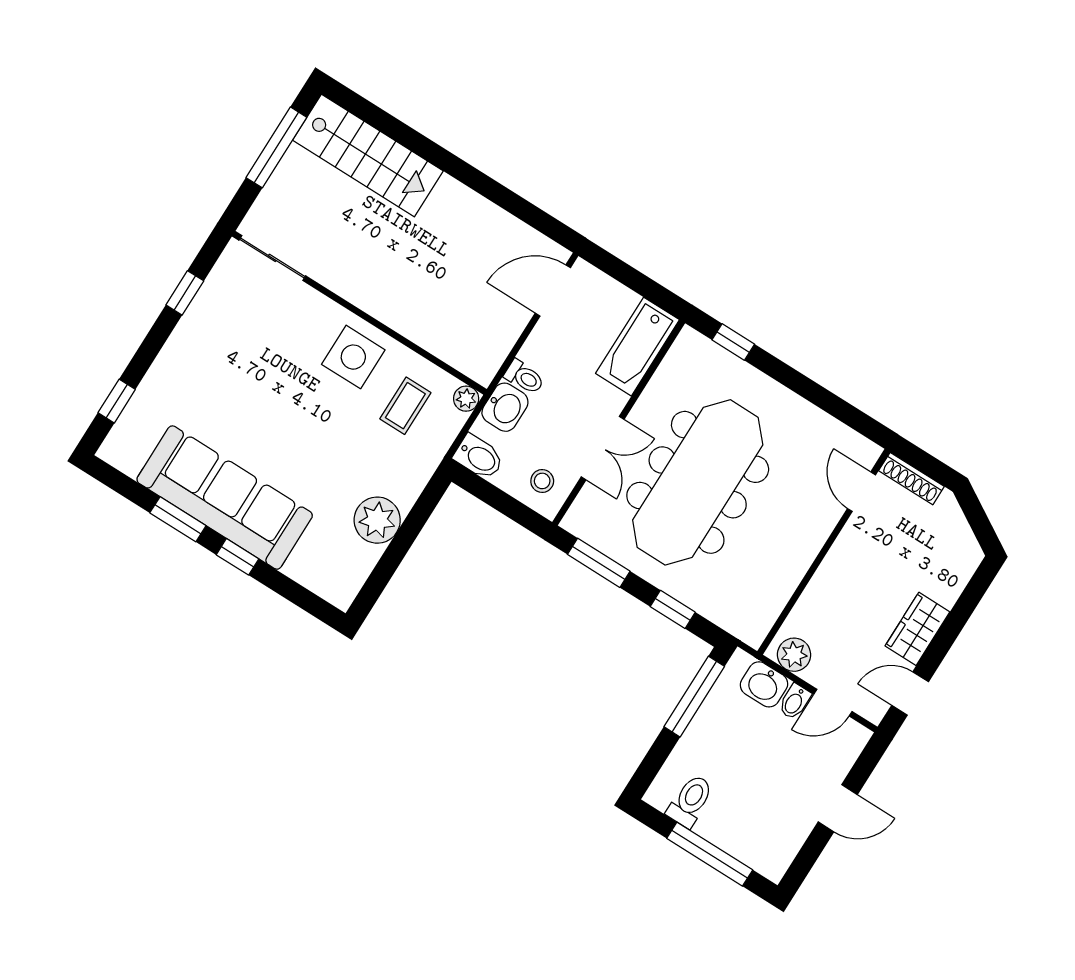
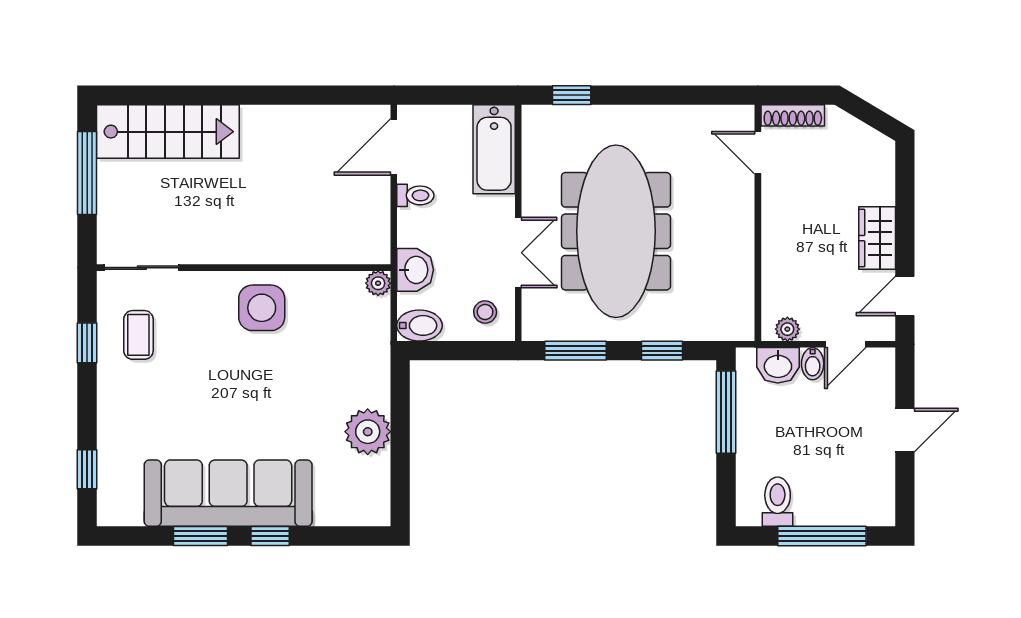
toilet: (524, 377) -> (415, 195), moved
coffee table: (405, 406) -> (138, 335), moved
plant: (794, 655) -> (787, 329), width x0.73, depth x0.73

